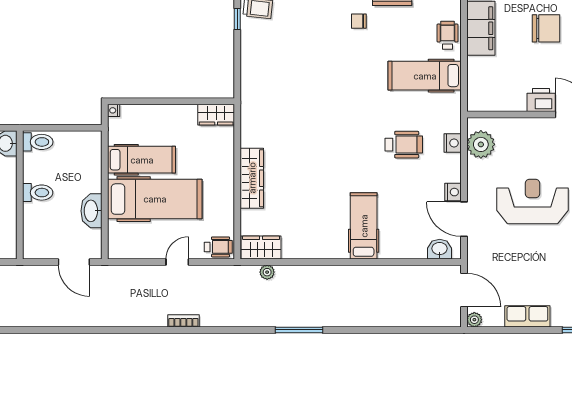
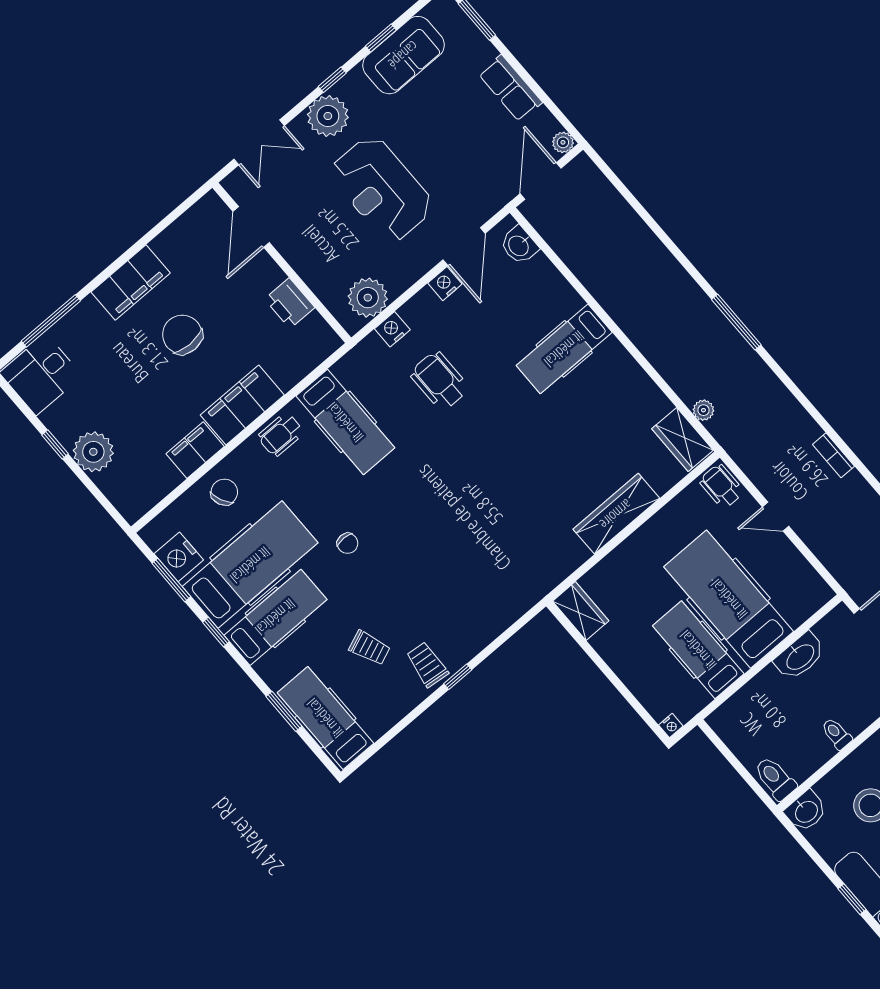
printer: (541, 100) -> (290, 303), moved
toilet: (38, 193) -> (836, 734), width x0.73, depth x0.72

